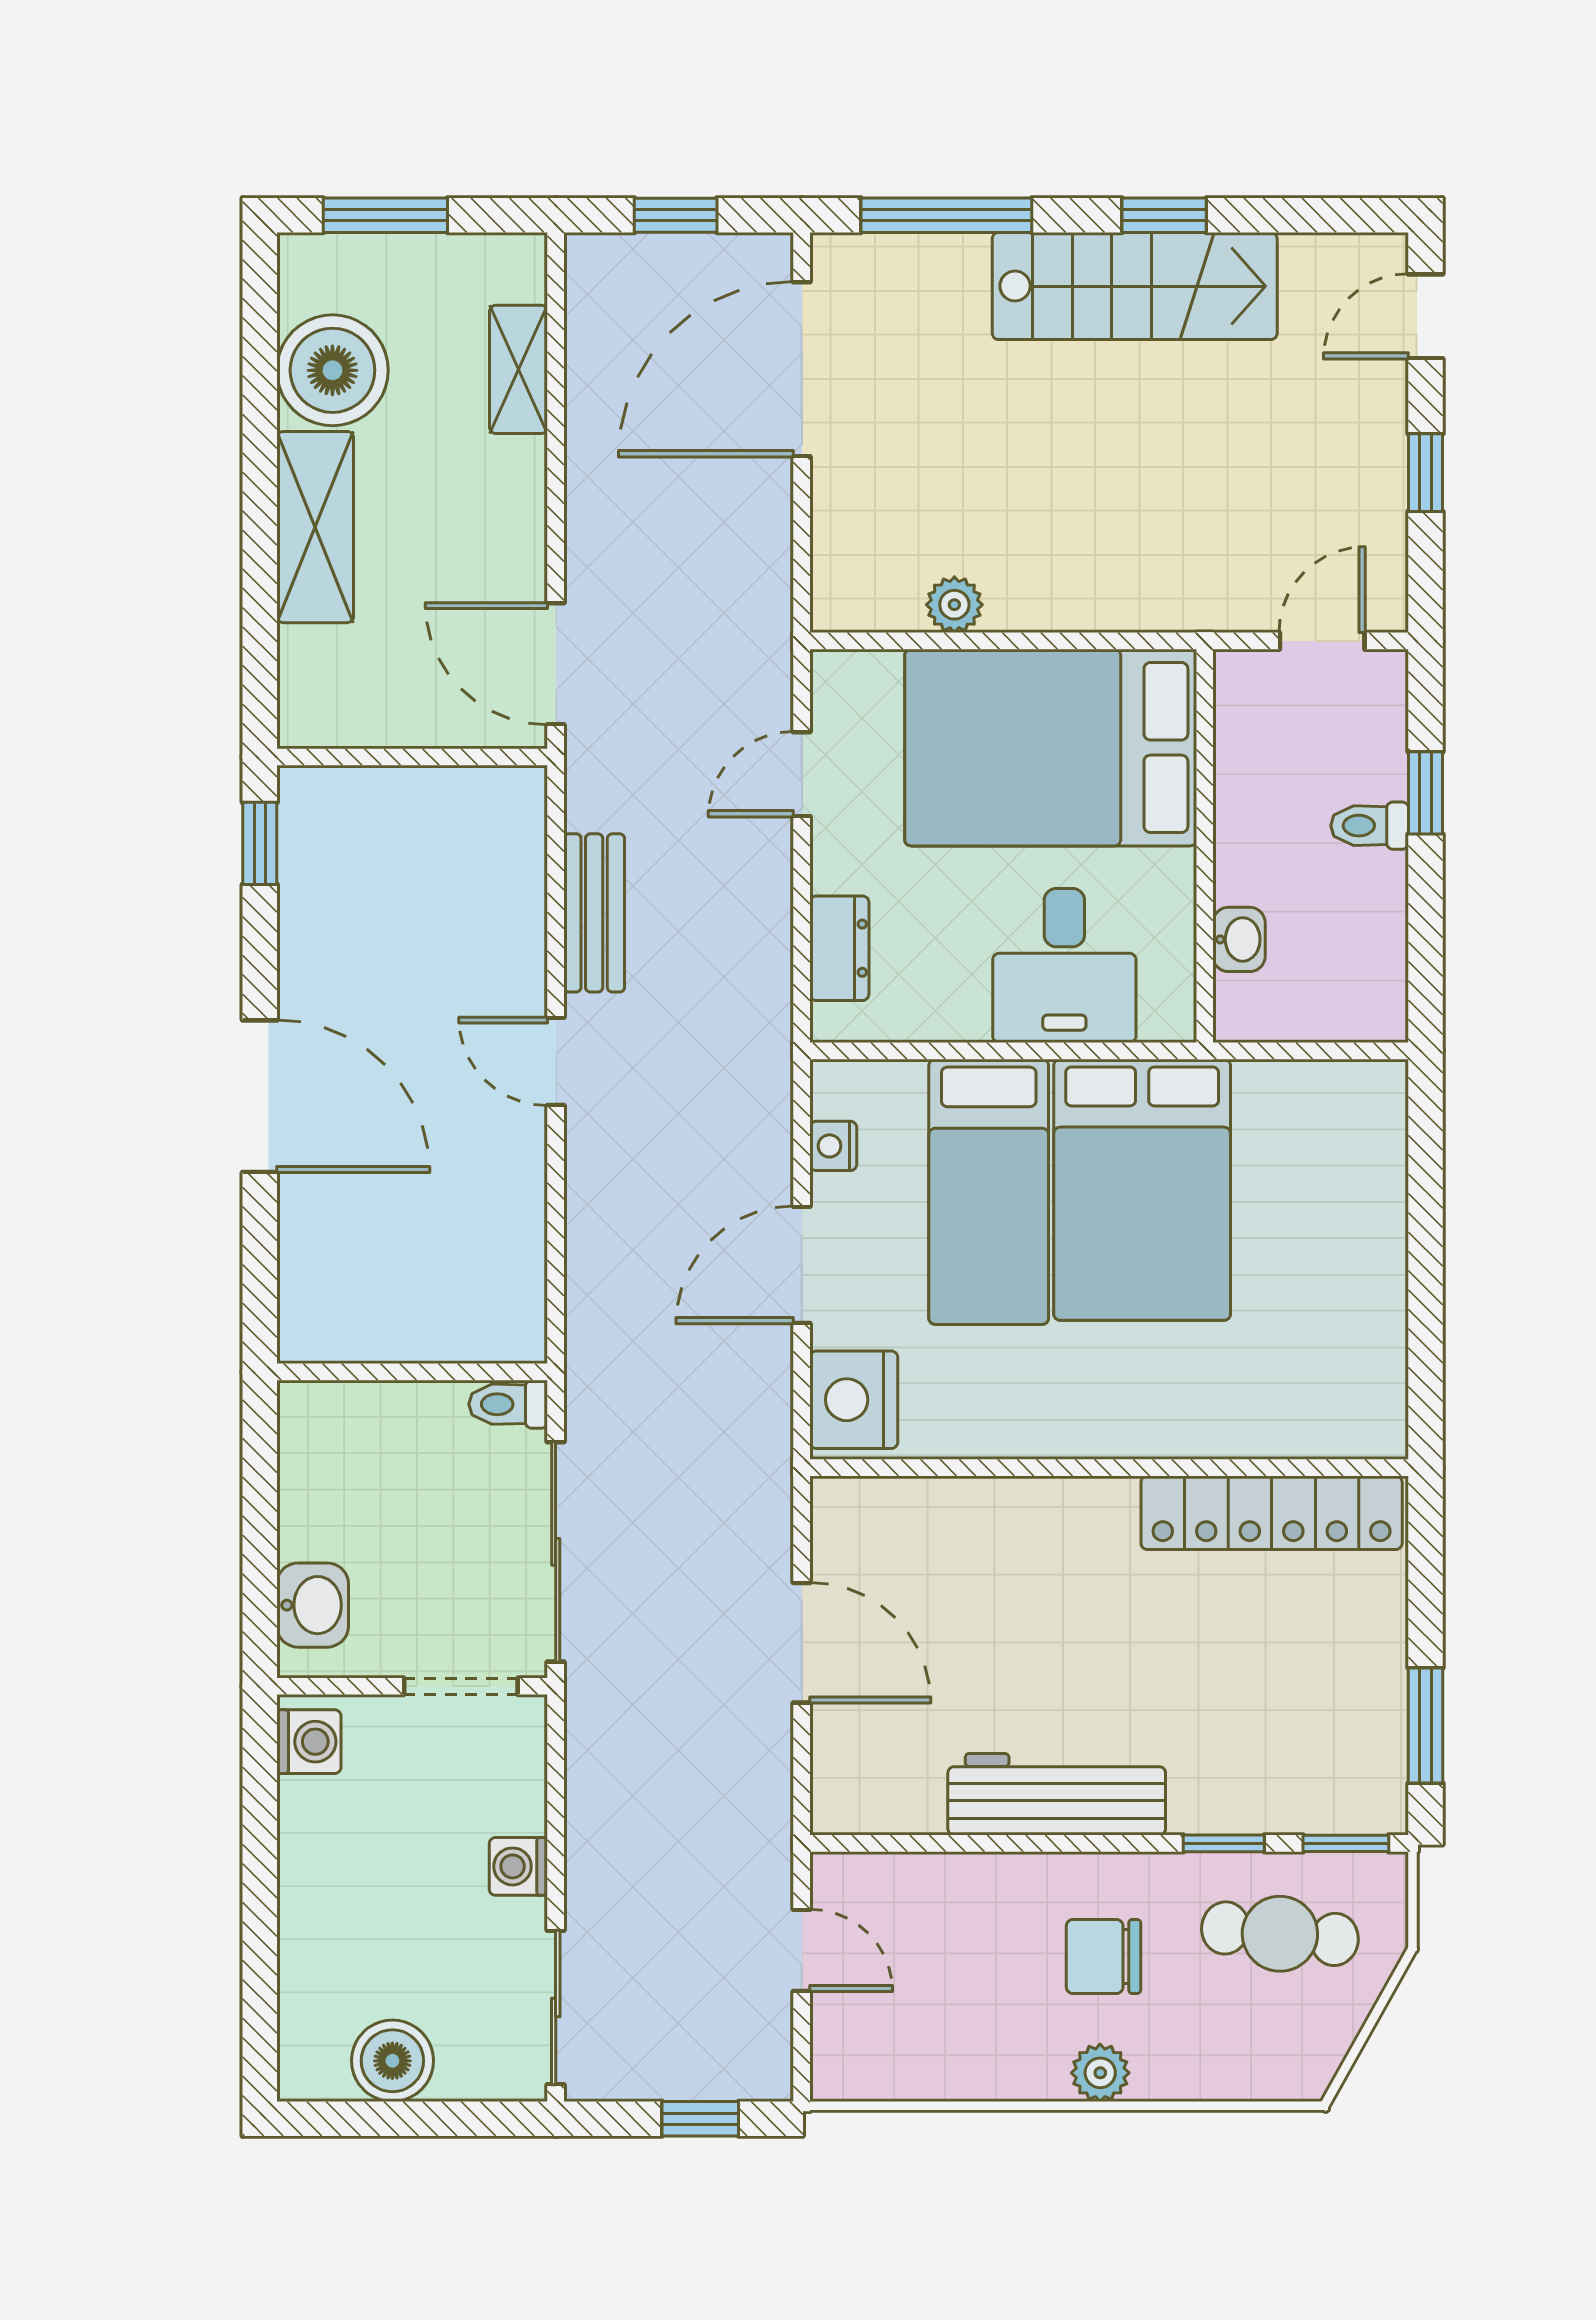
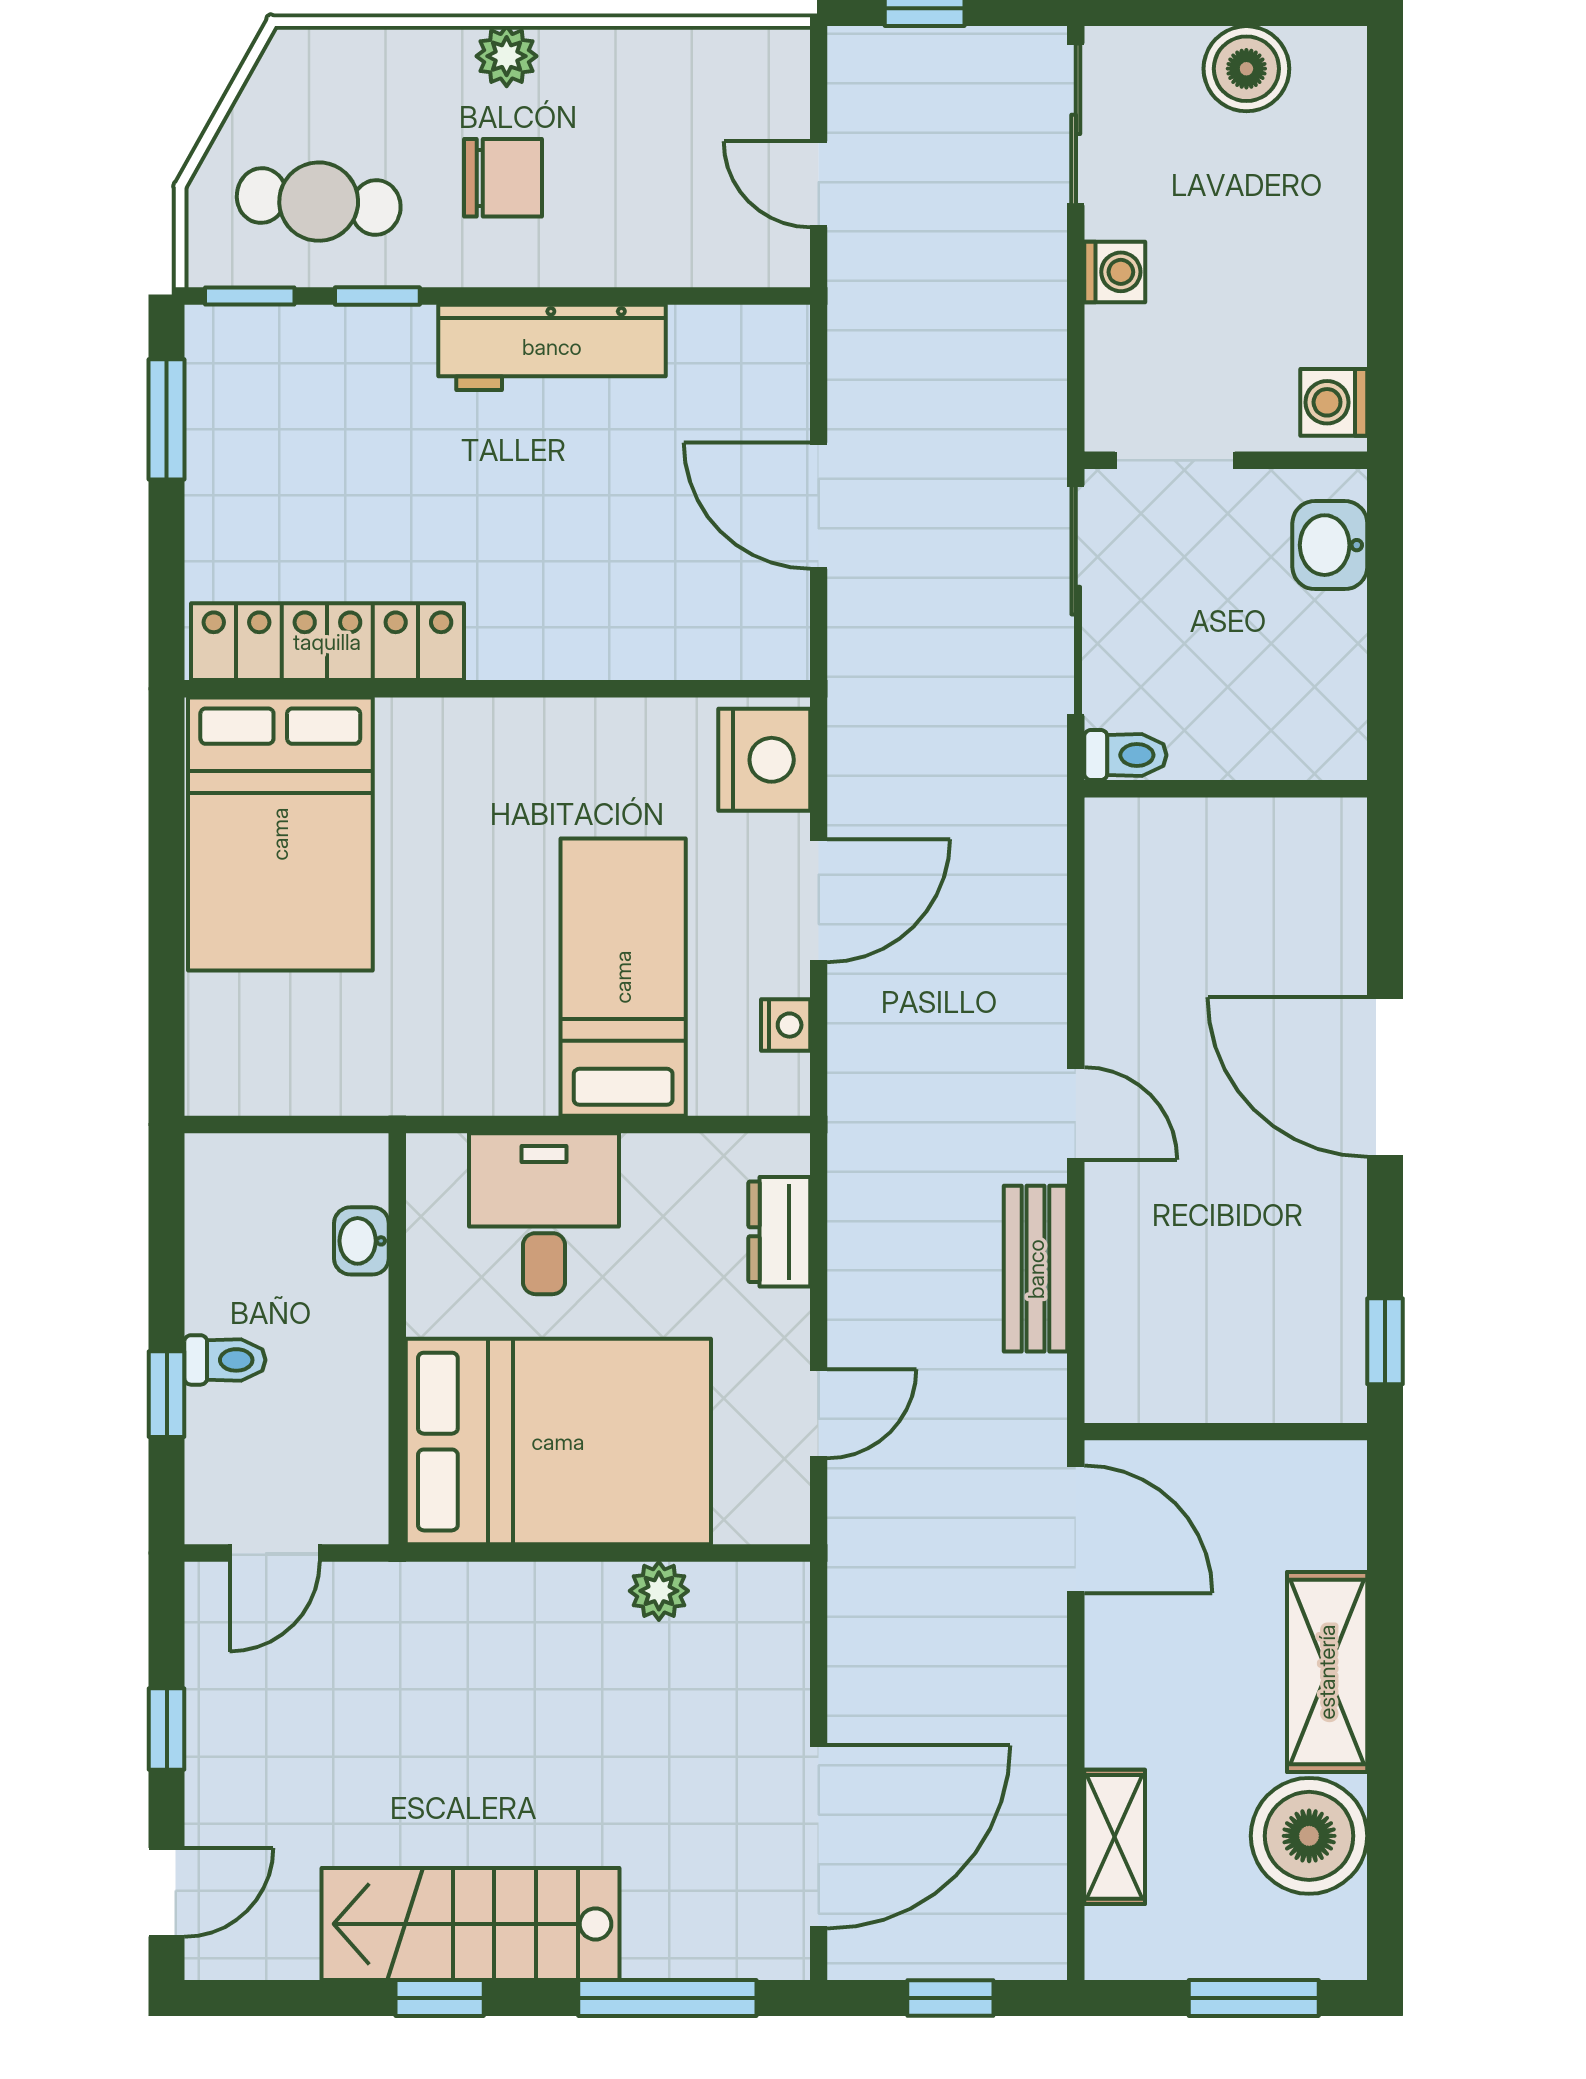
bed: (1142, 1190) -> (280, 834), moved, turned 180

